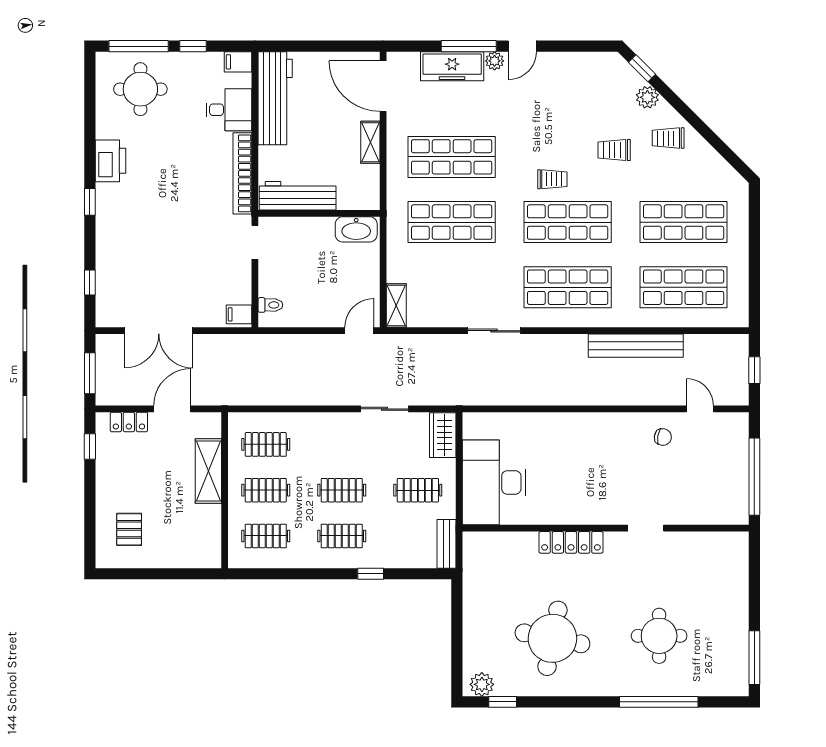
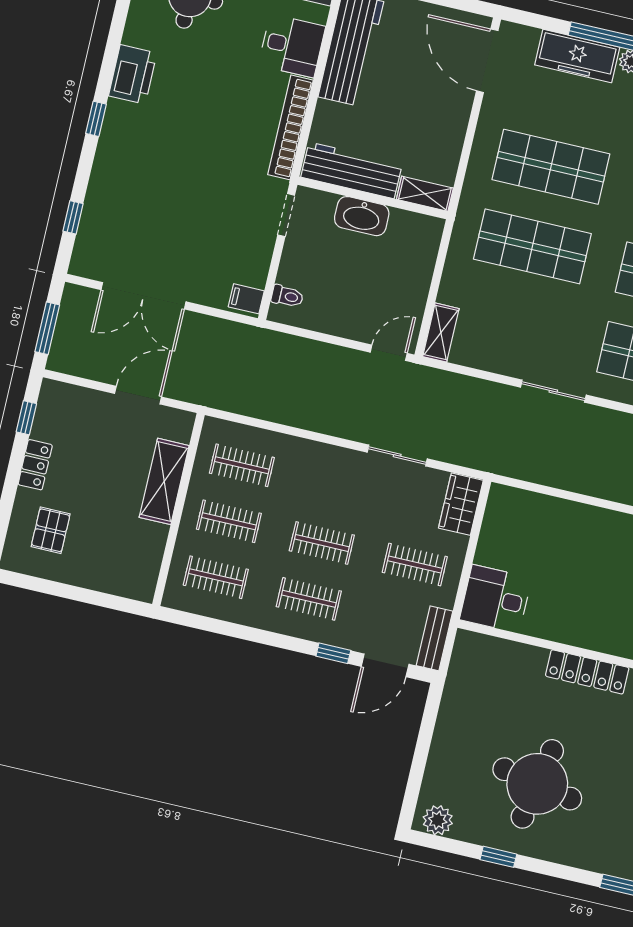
shelving: (370, 142) -> (425, 194), moved, turned 90
washbasin: (356, 229) -> (362, 216), moved
locker: (129, 422) -> (35, 465), moved, turned -90
desk: (494, 482) -> (496, 599), width x0.53, depth x0.77
door: (413, 574) -> (385, 665), added
window: (503, 702) -> (498, 857), moved

